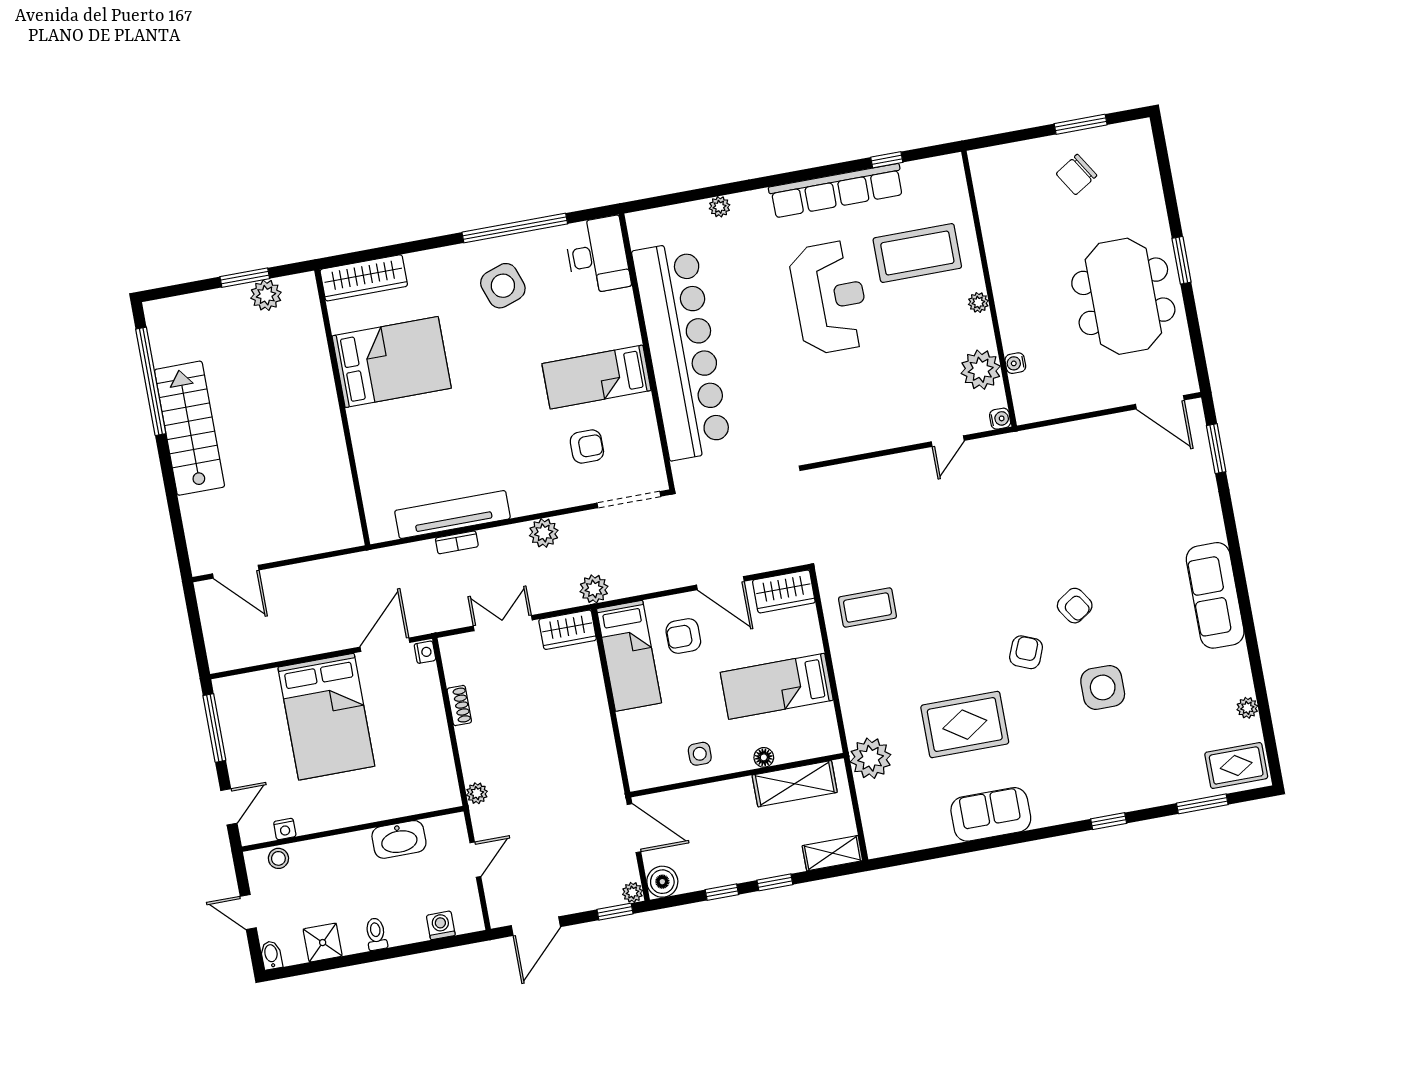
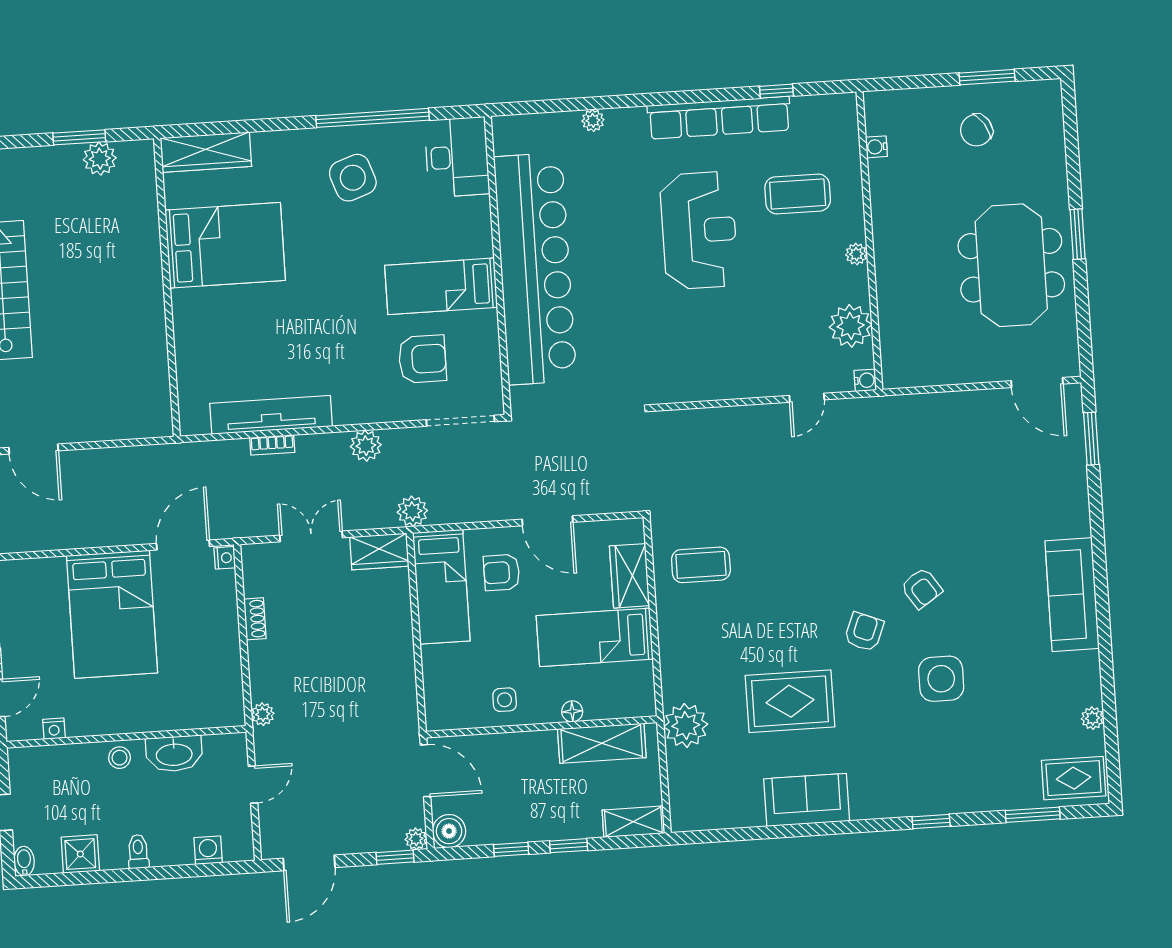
coffee table: (917, 253) -> (798, 194), width x0.73, depth x0.76
water cooler: (1015, 363) -> (876, 147), moved
armchair: (587, 446) -> (422, 359), width x1.38, depth x1.38
wardrobe: (784, 591) -> (630, 576), moved, turned 90
stool: (278, 858) -> (120, 758), moved

